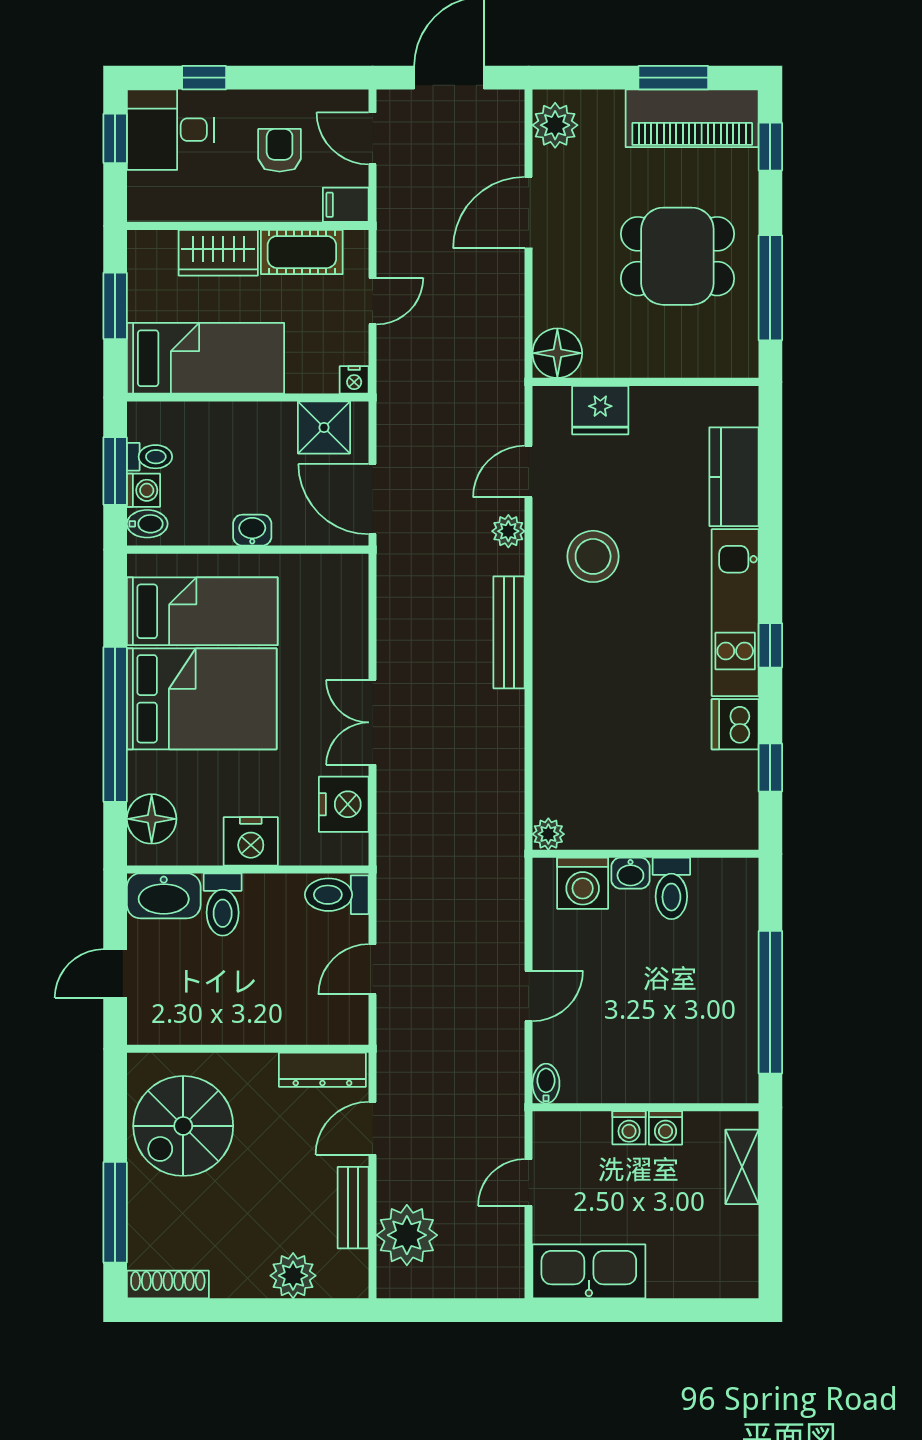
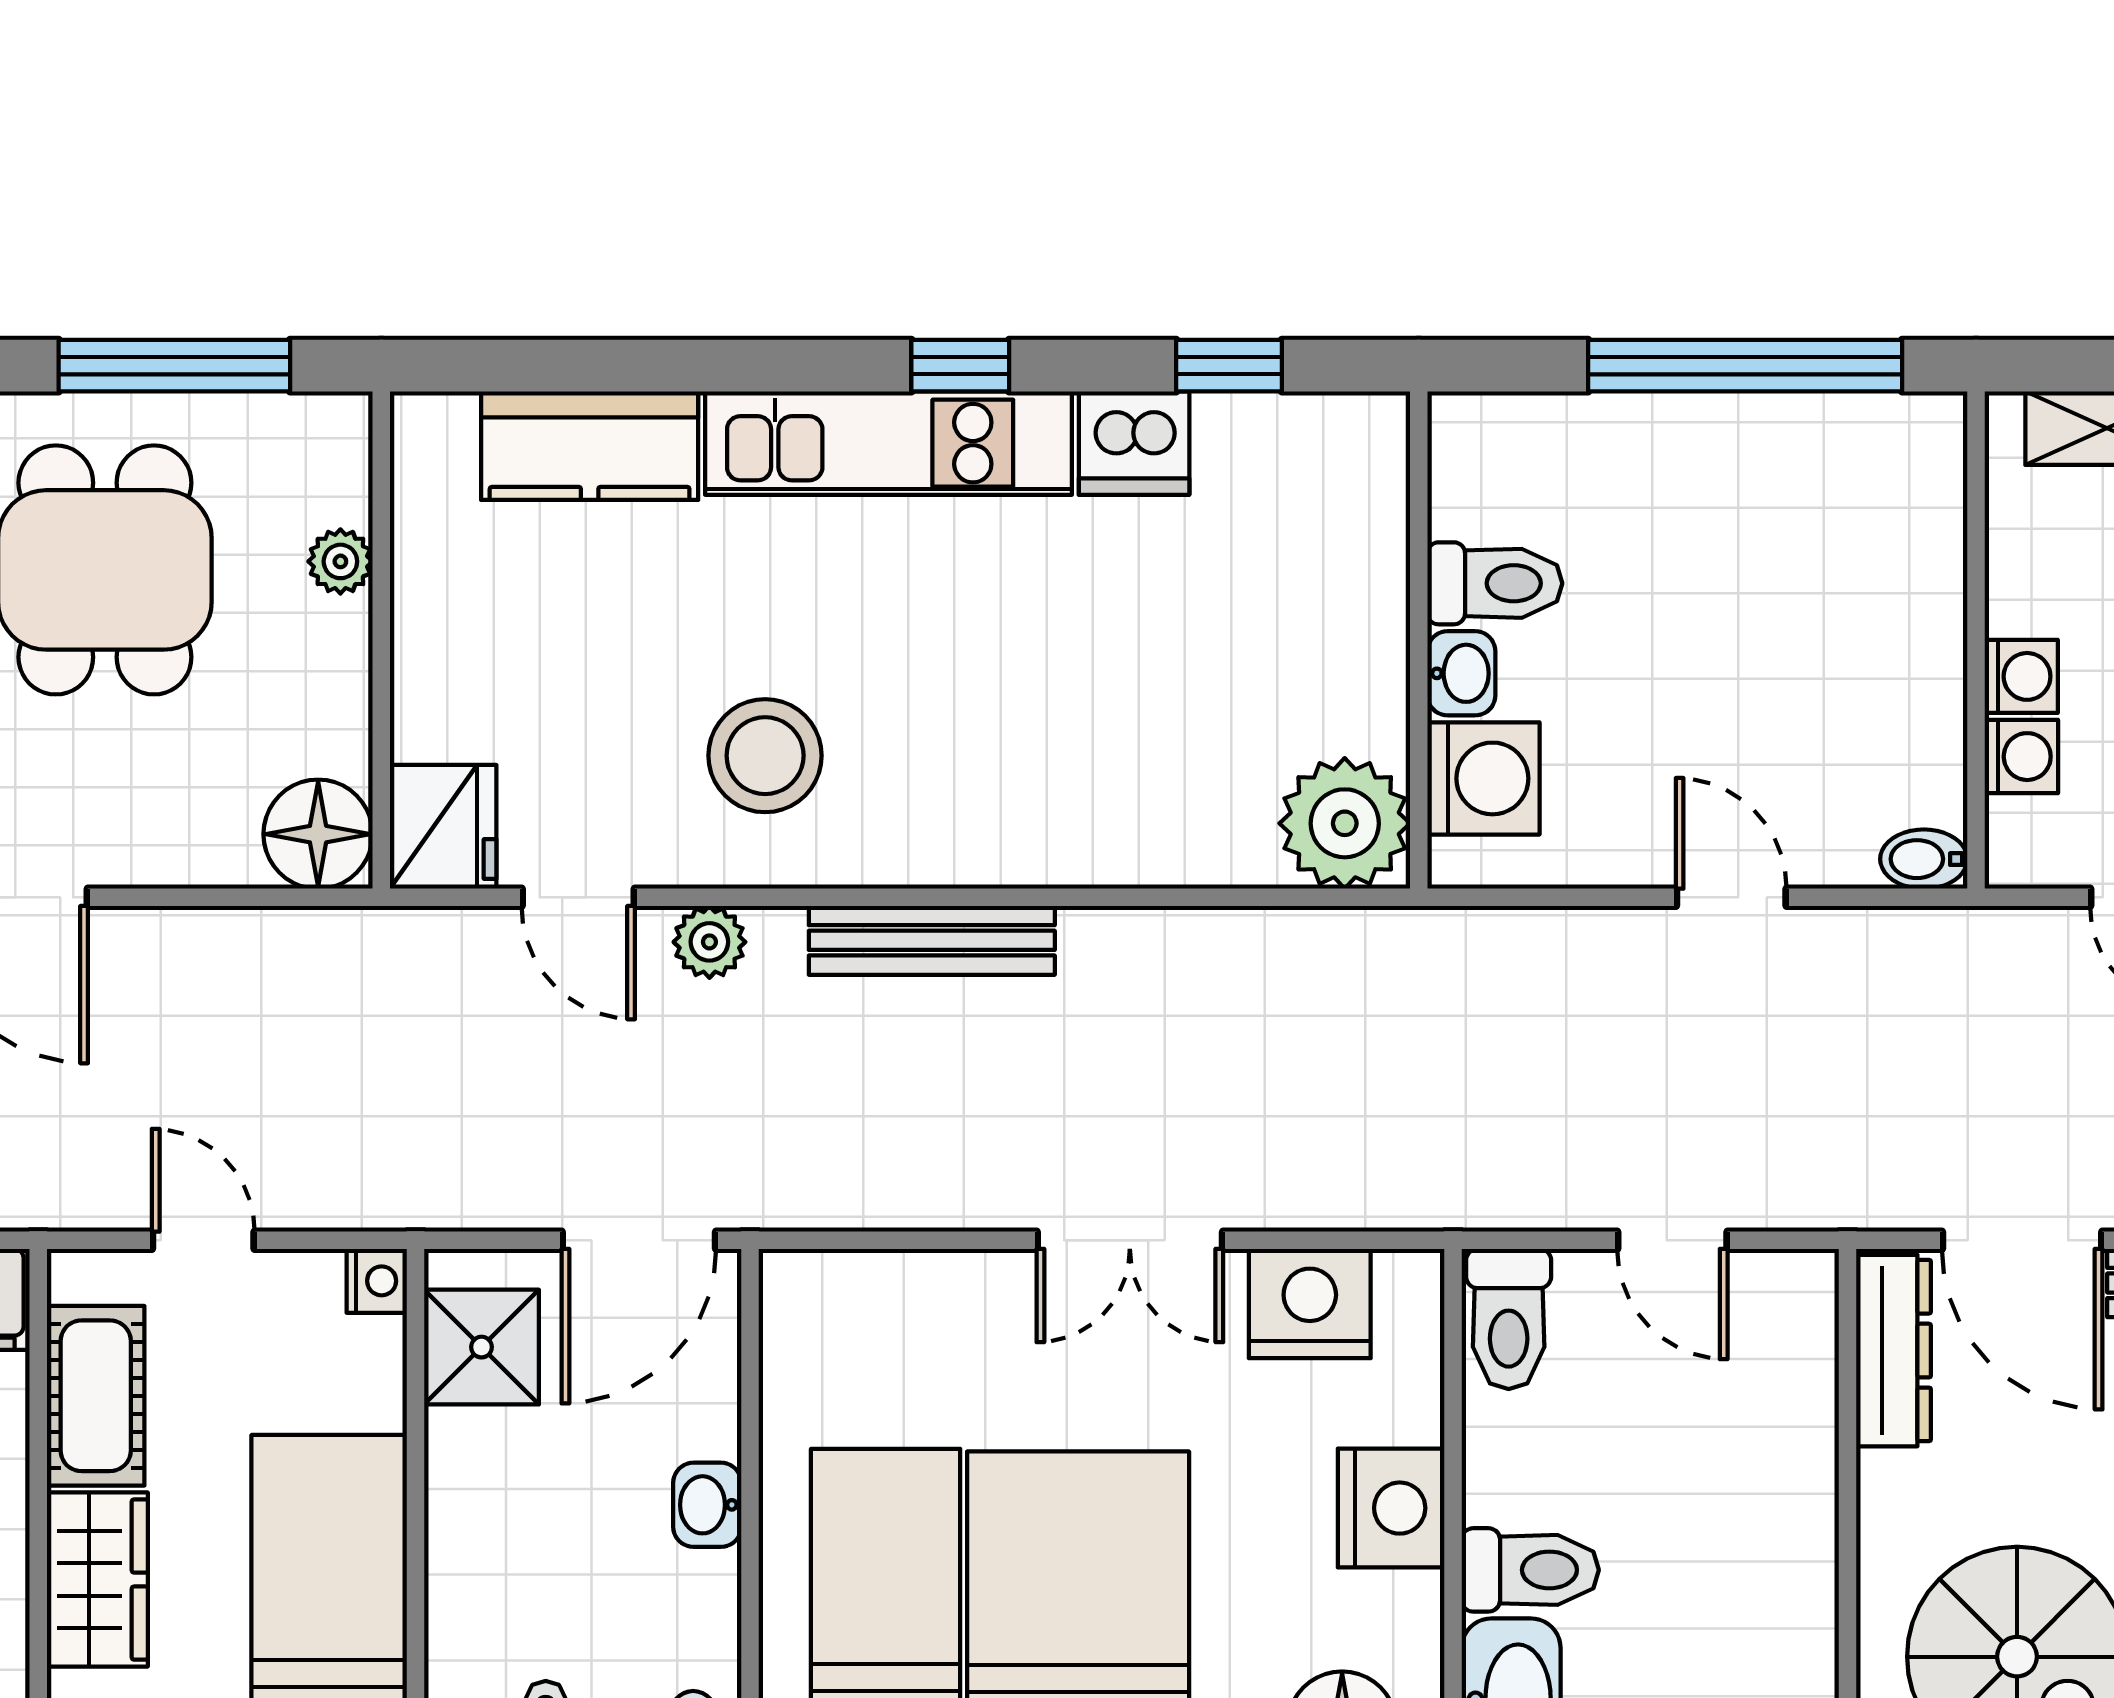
plant: (681, 363) -> (340, 561), added
fridge: (600, 410) -> (443, 827), moved
plant: (548, 834) -> (1345, 823), width x1.88, depth x1.88
door: (373, 1128) -> (2022, 1240), width x1.38
washing machine: (666, 1128) -> (2021, 757), moved

